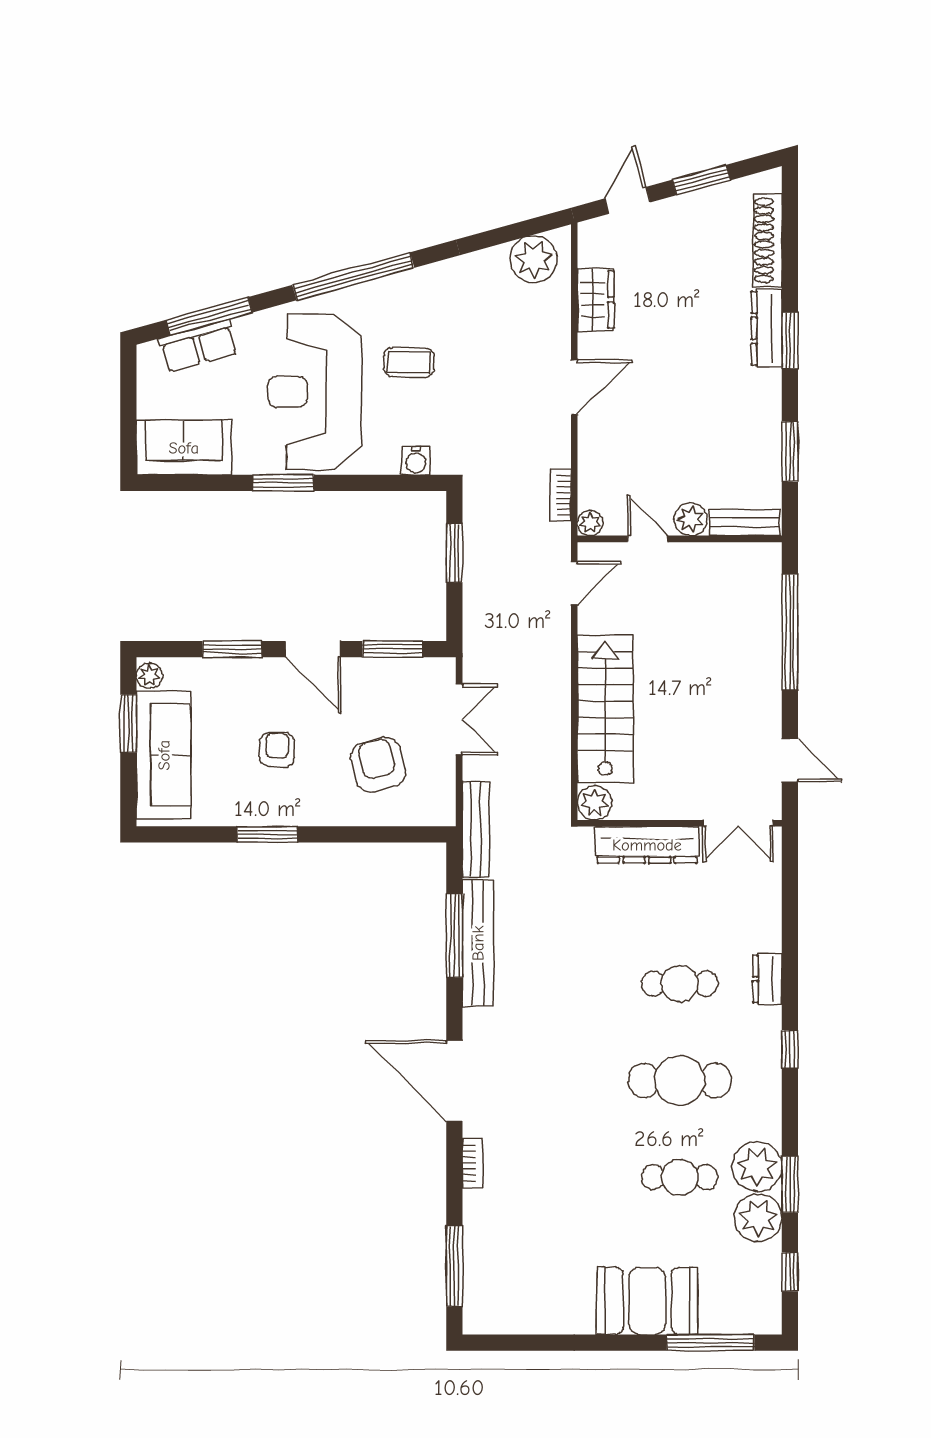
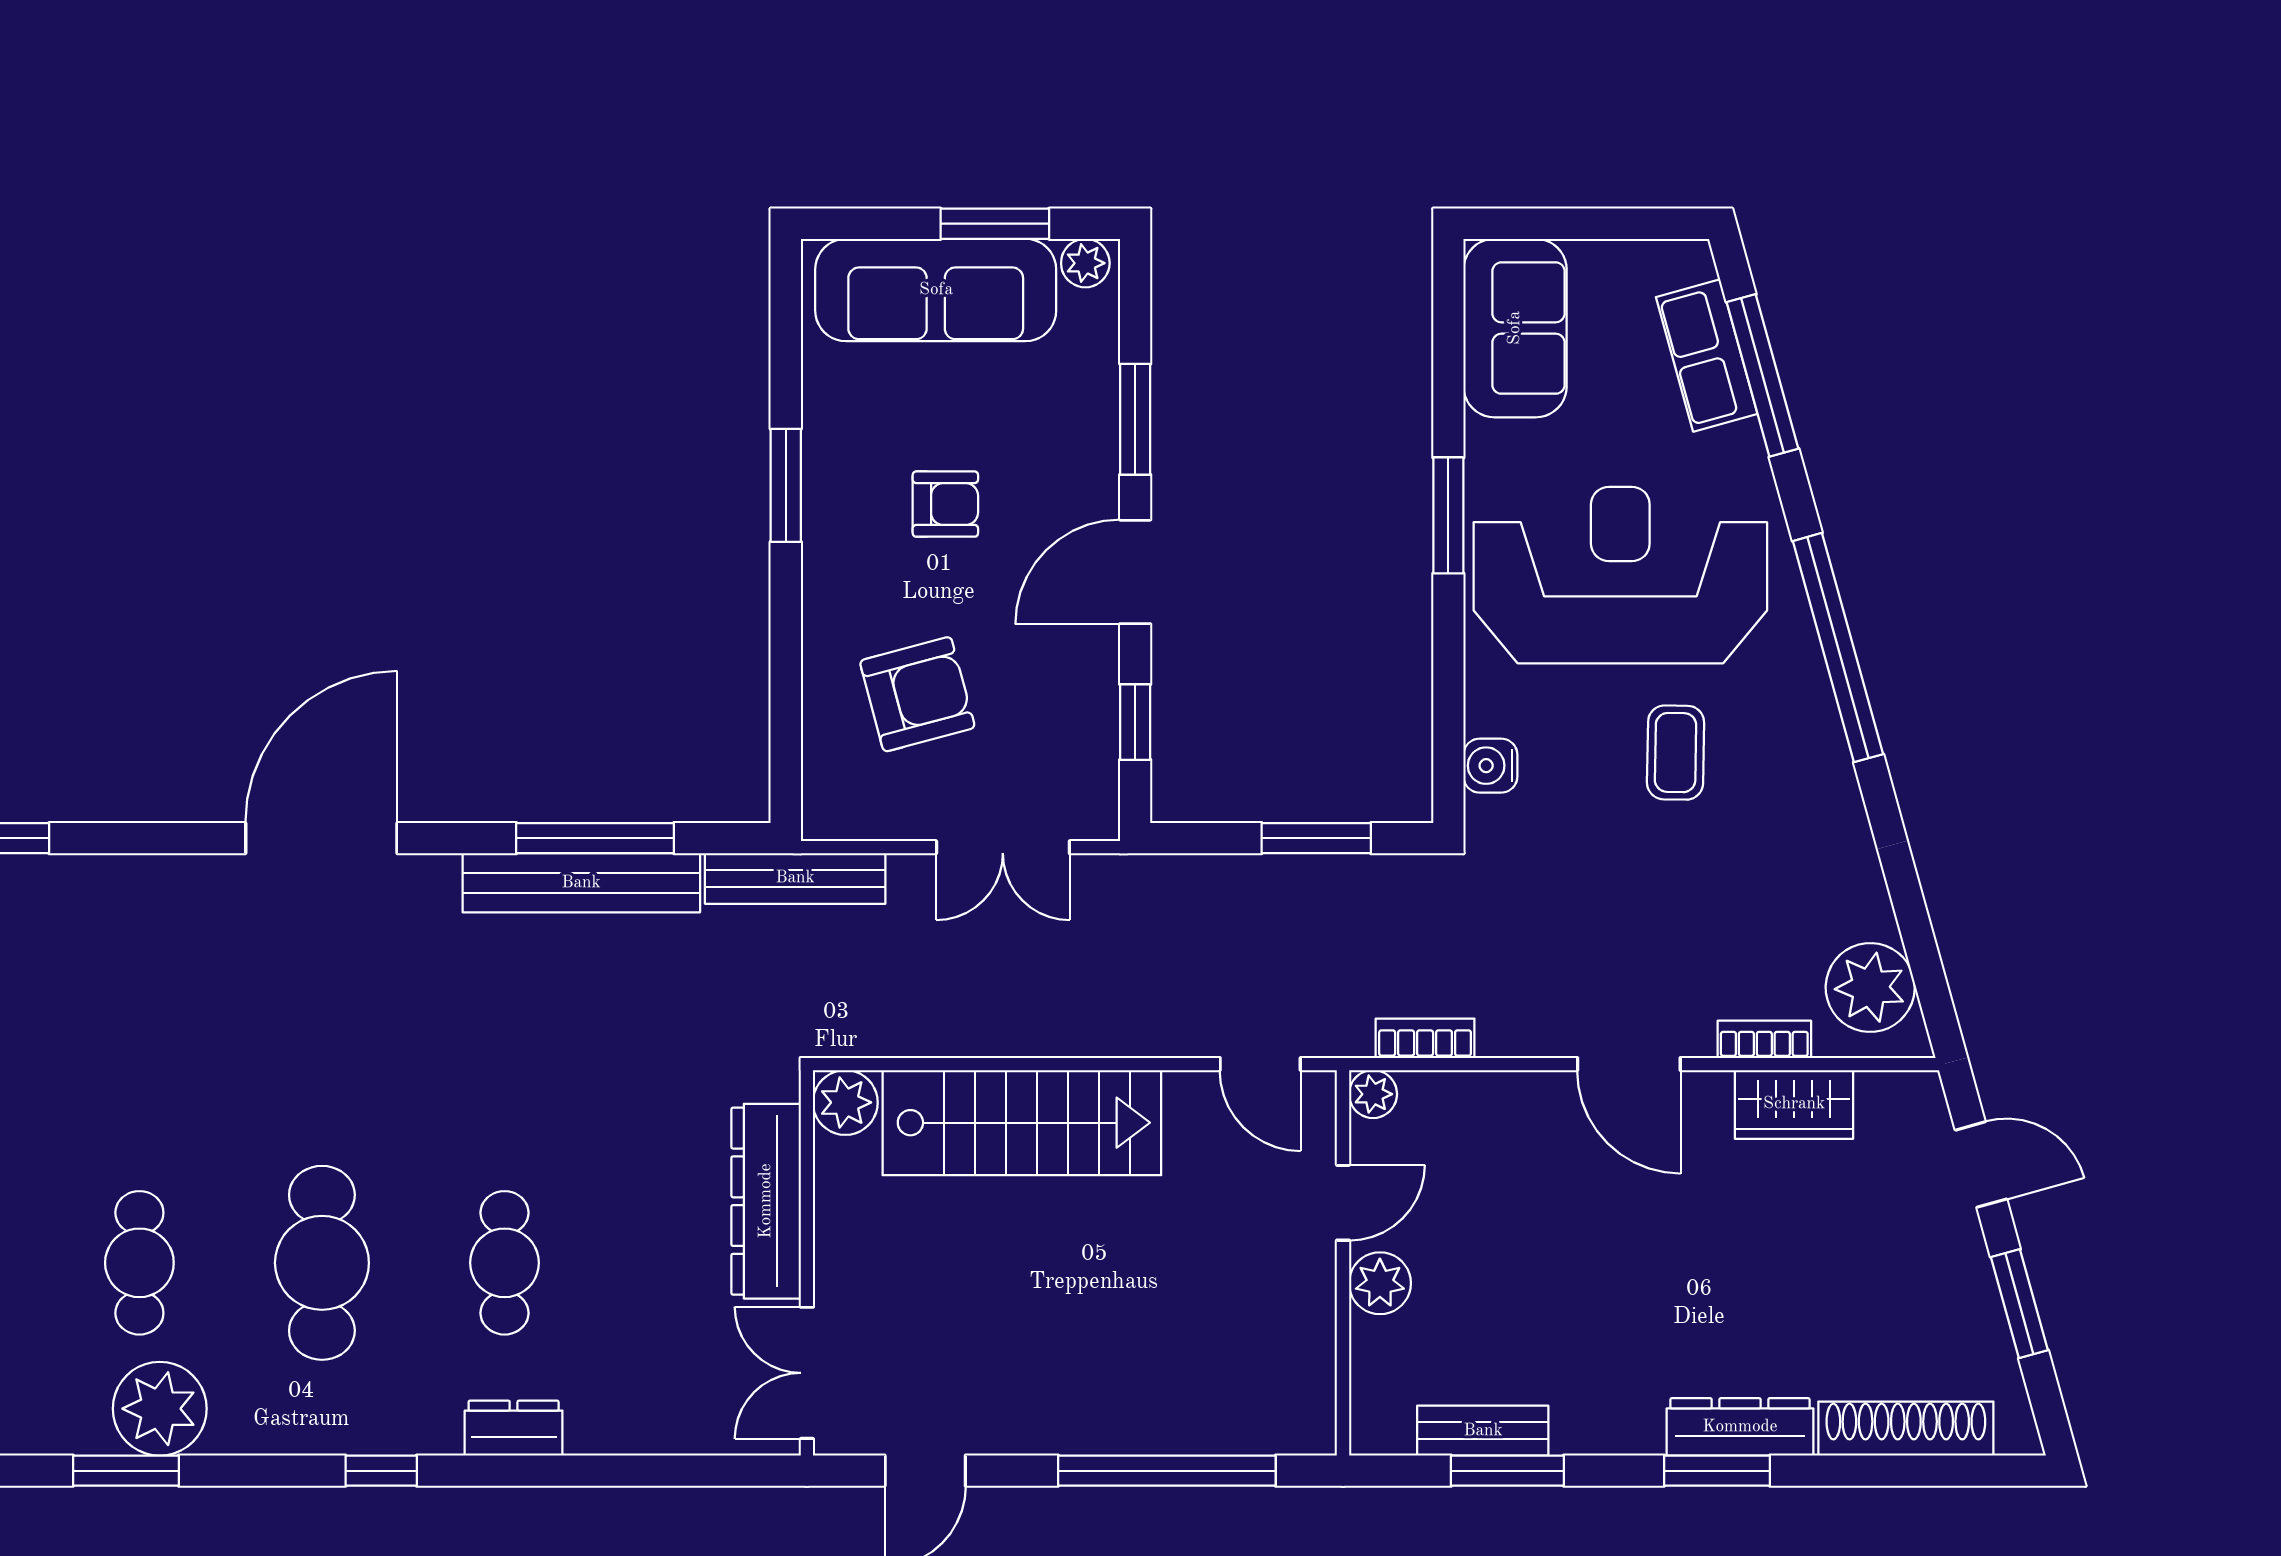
bench: (744, 522) -> (1483, 1431), moved, turned 90
window: (393, 649) -> (1135, 722), width x0.67
bookcase: (472, 1163) -> (1764, 1039), moved, turned 180
plant: (758, 1218) -> (63, 1411), removed

